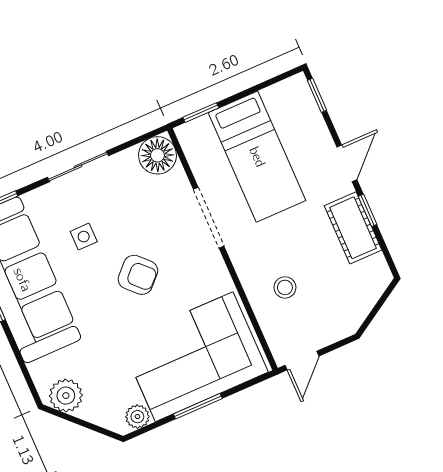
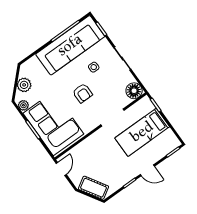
cot: (353, 228) -> (93, 188), moved, turned 58
armchair: (138, 275) -> (83, 93), turned -45
stool: (285, 287) -> (90, 155), removed
door: (302, 361) -> (61, 169), swing flipped
plant: (66, 396) -> (24, 85), moved

